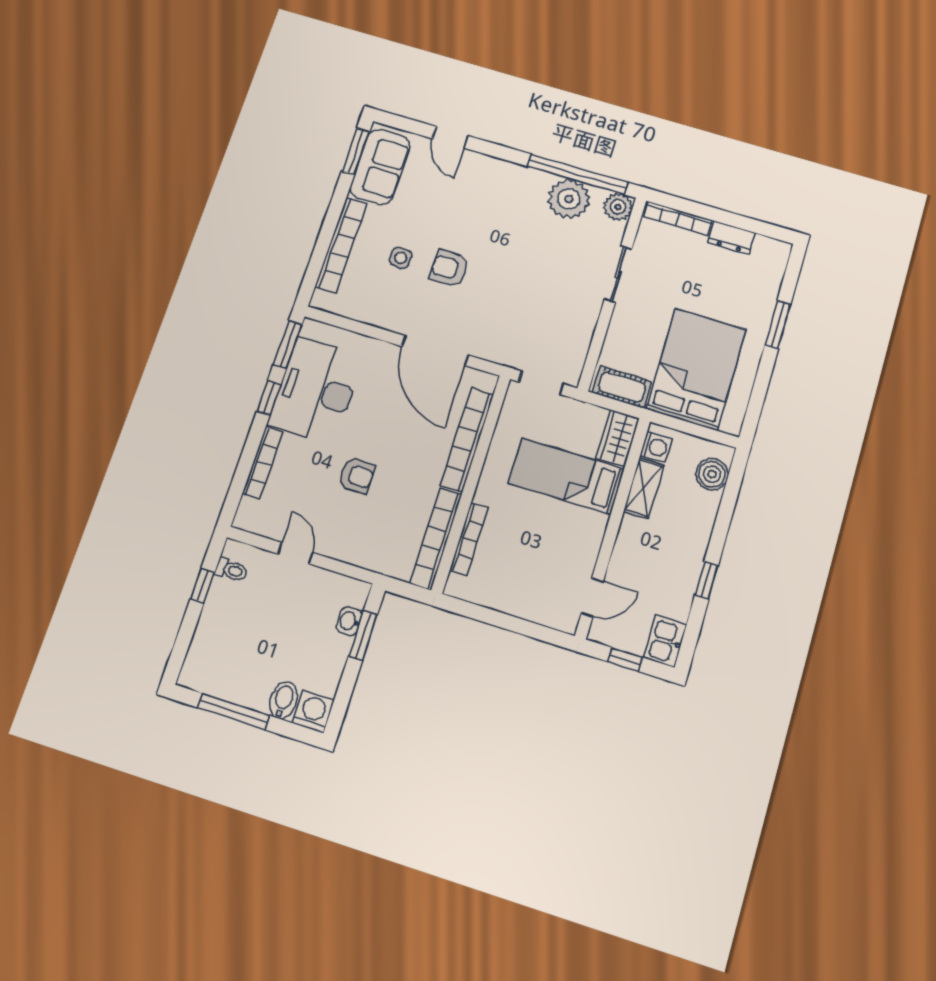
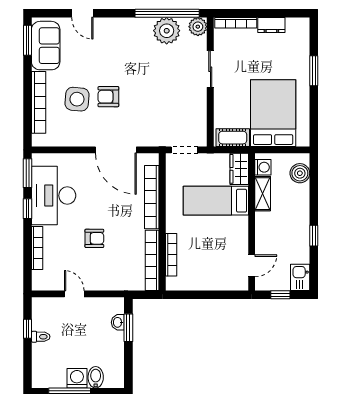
side table: (401, 258) -> (77, 99), width x1.87, depth x1.87
toilet: (231, 570) -> (41, 337), moved
washing machine: (313, 712) -> (77, 378), moved

